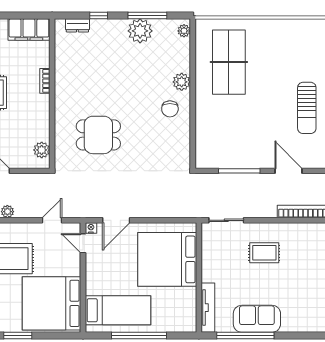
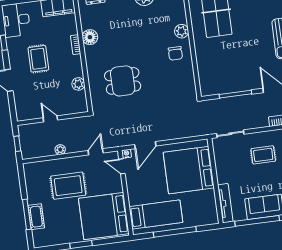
floor lamp: (64, 74) -> (90, 37), added
plant: (42, 150) -> (78, 84), moved

